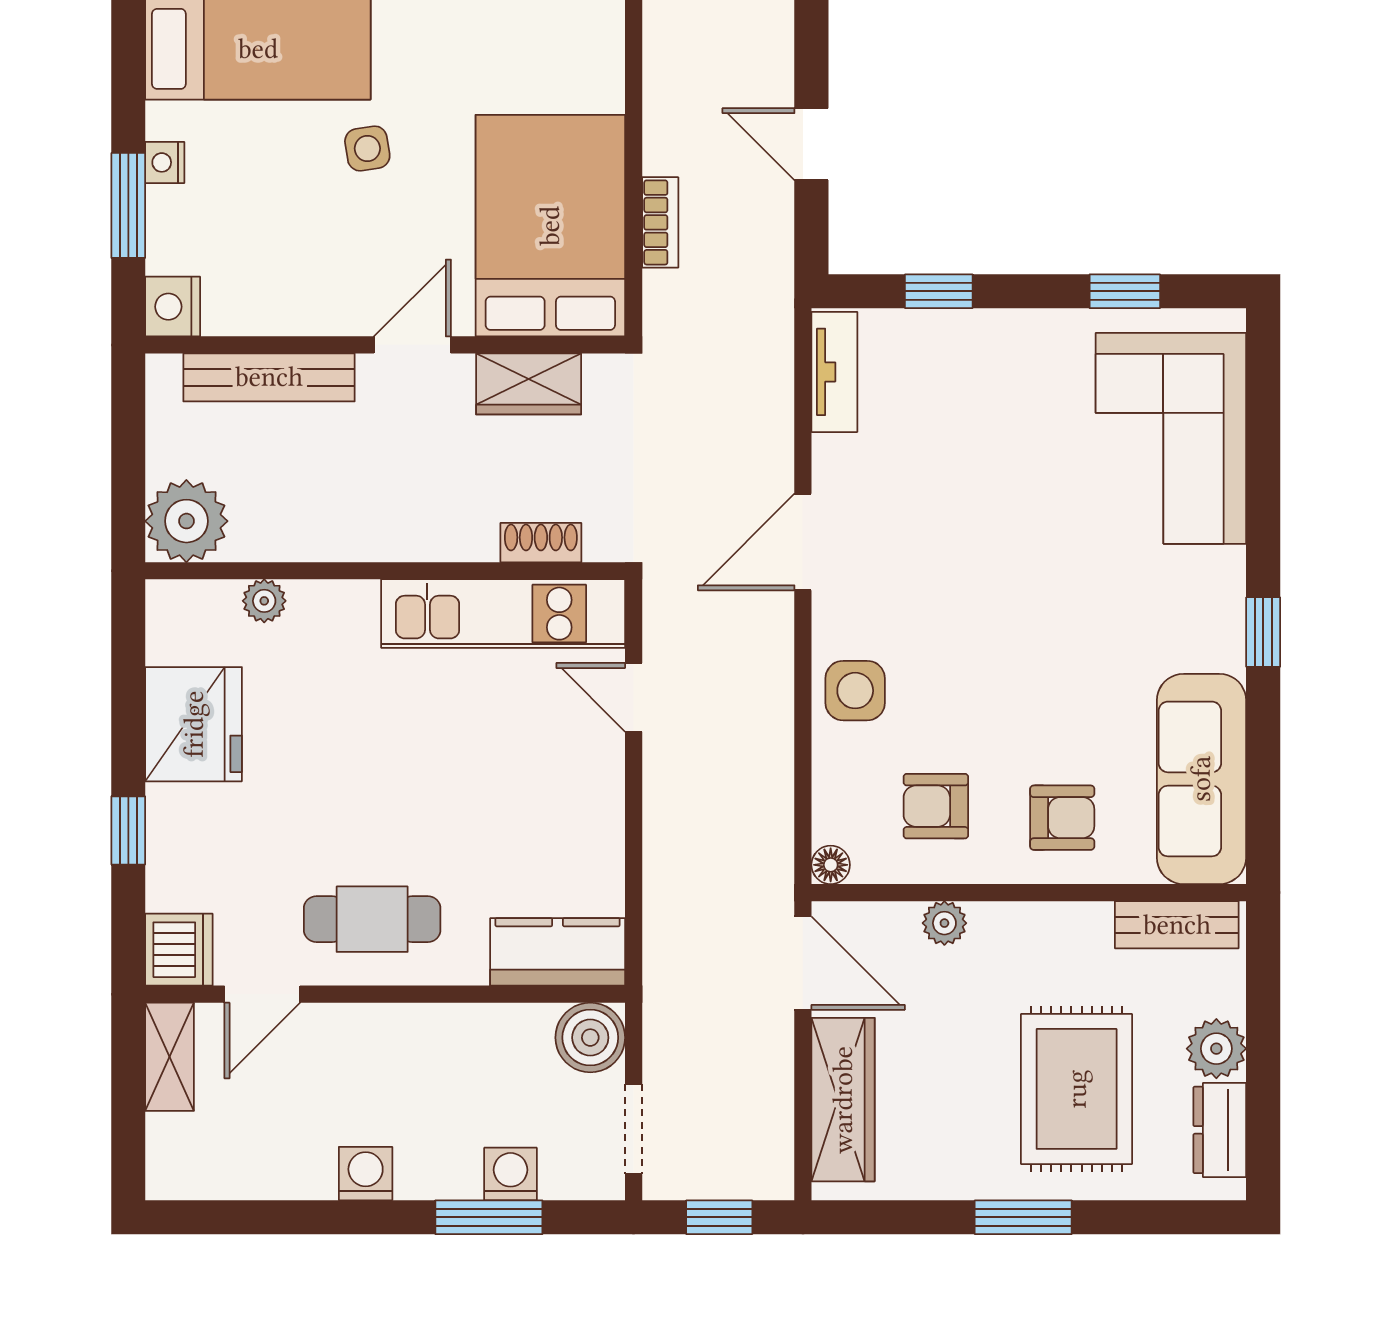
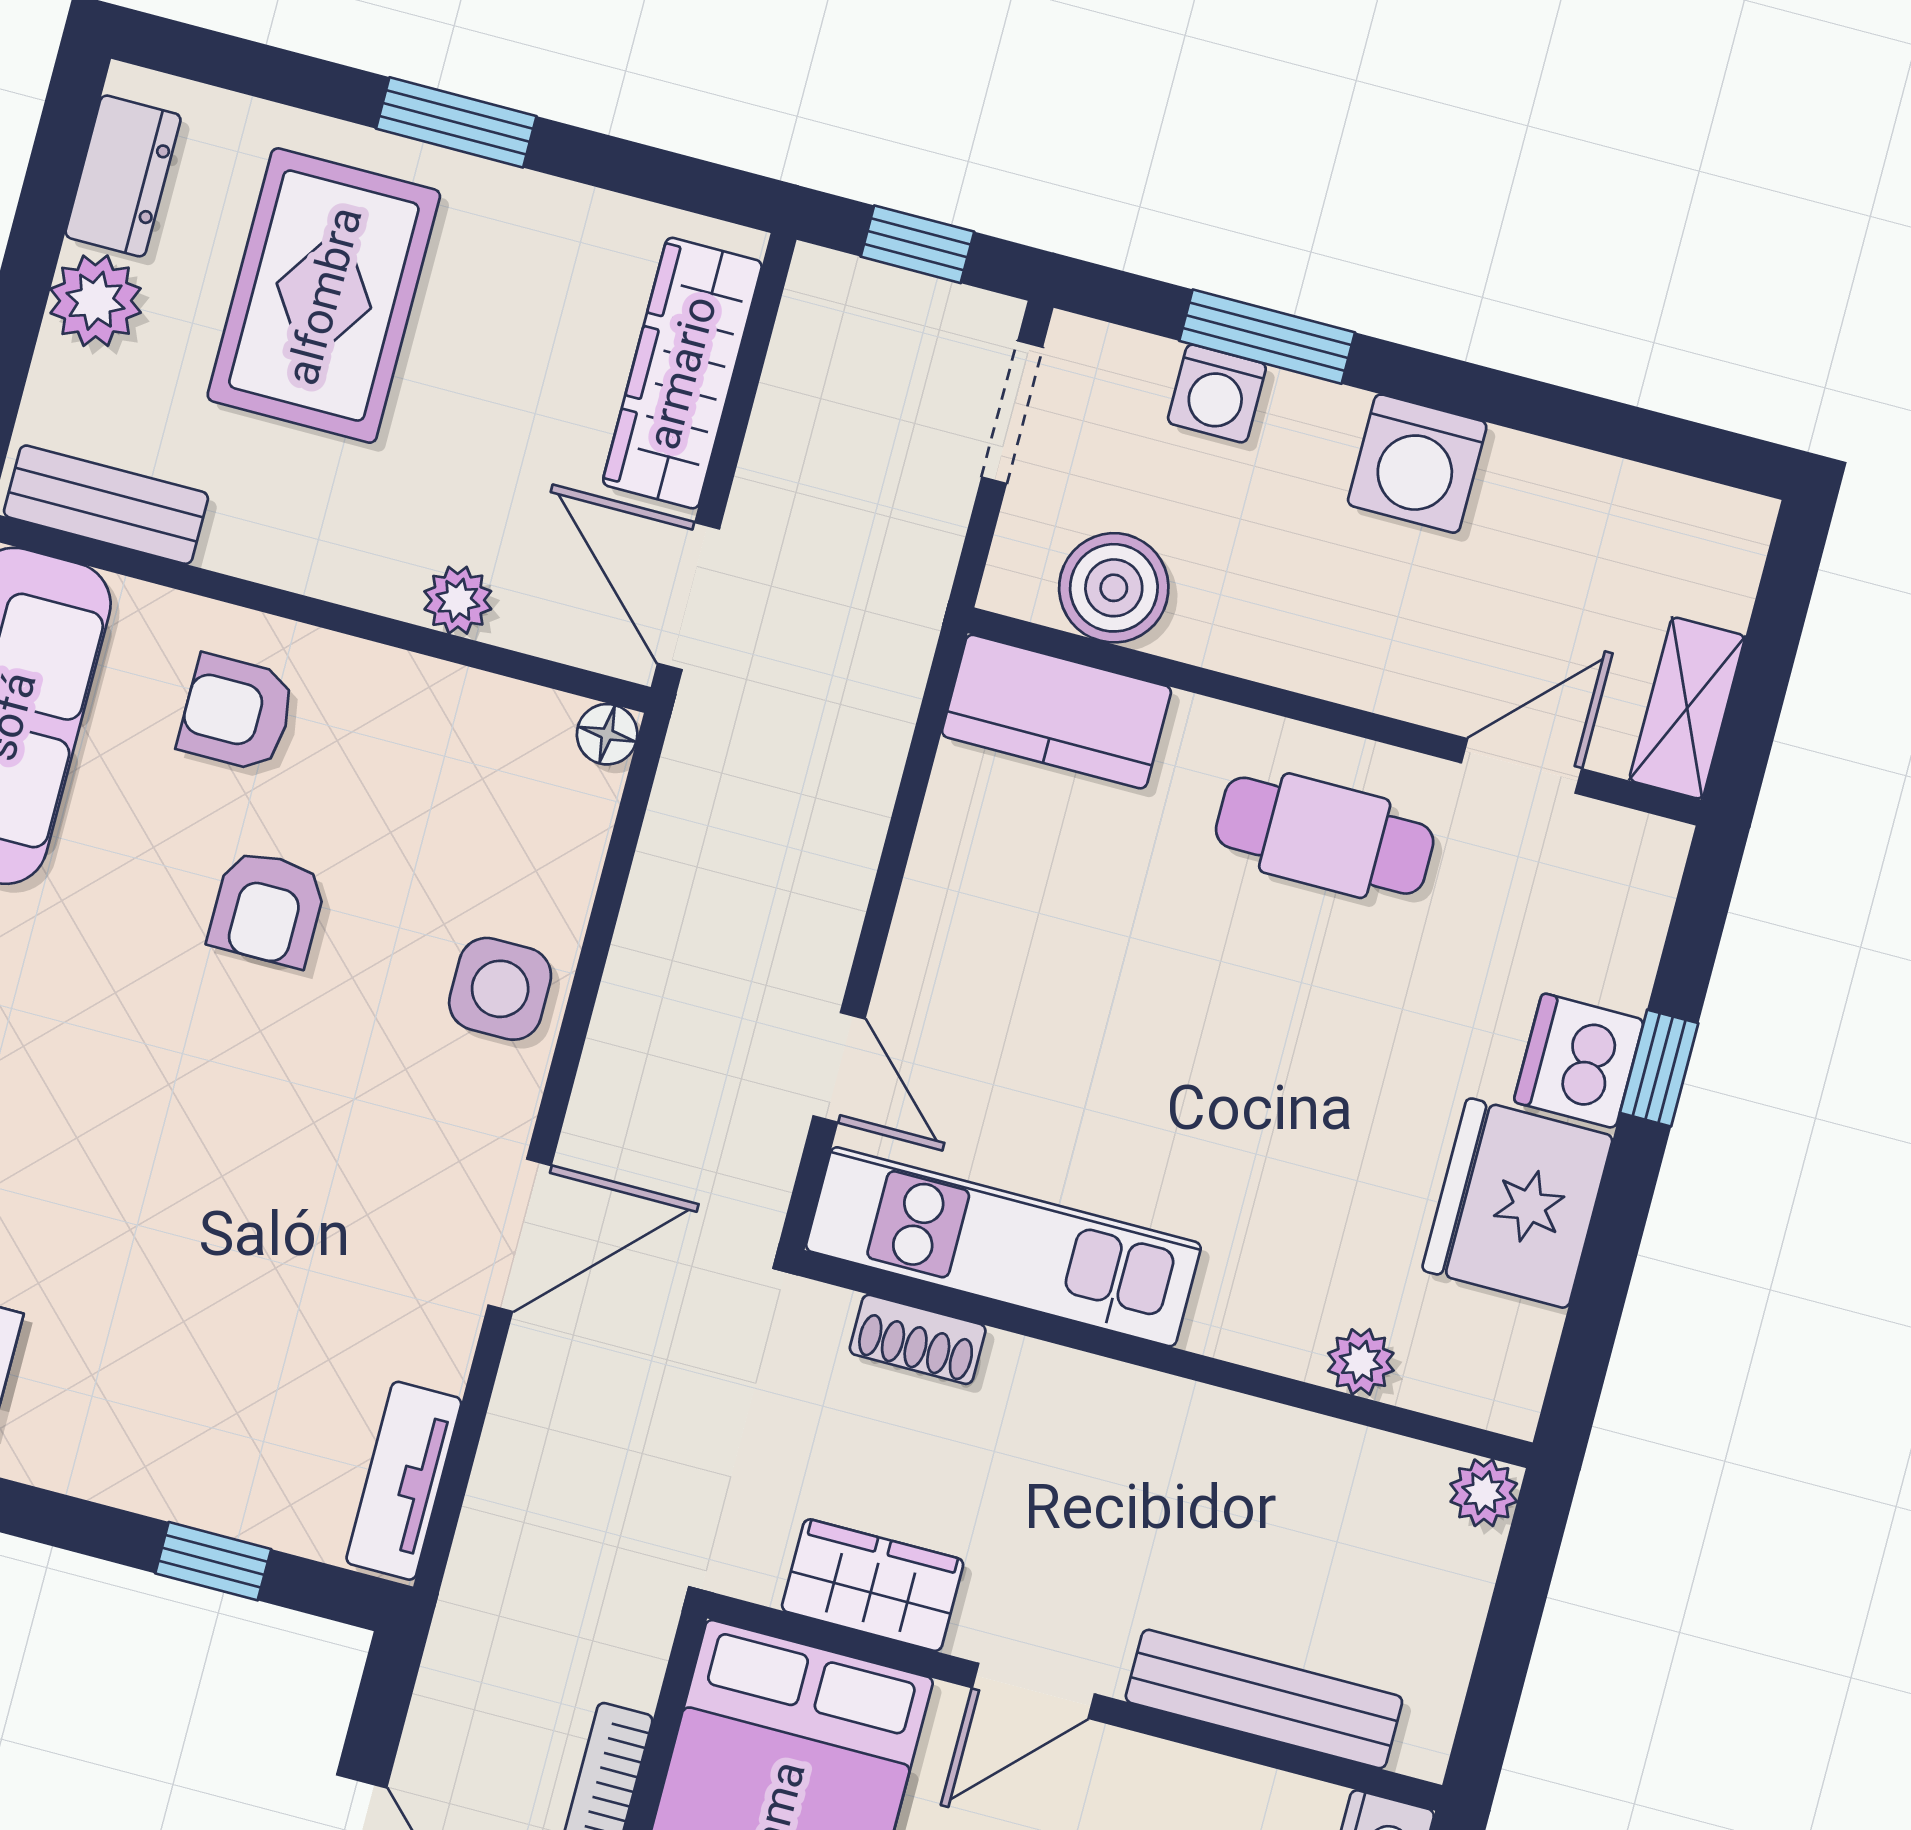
plant: (186, 521) -> (1484, 1493), width x0.53, depth x0.53
armchair: (936, 806) -> (267, 908), moved, turned 90
dishwasher: (179, 950) -> (1579, 1061), moved
boiler: (590, 1038) -> (1114, 588), moved
washing machine: (366, 1174) -> (1417, 464), width x1.38, depth x1.38

